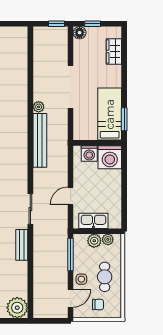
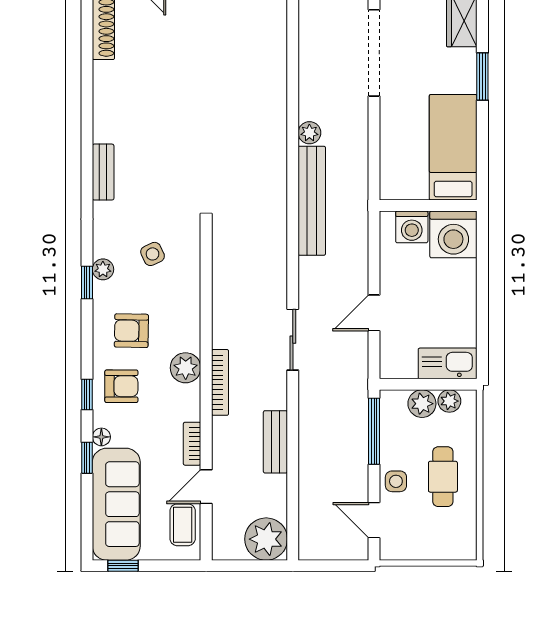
doorway: (71, 87) -> (374, 53), moved
window: (124, 119) -> (482, 76), moved
kitchen sink: (93, 221) -> (448, 363), moved
bench: (22, 245) -> (275, 442), moved
door: (71, 298) -> (374, 520), swing flipped
chair: (98, 304) -> (430, 533), removed

